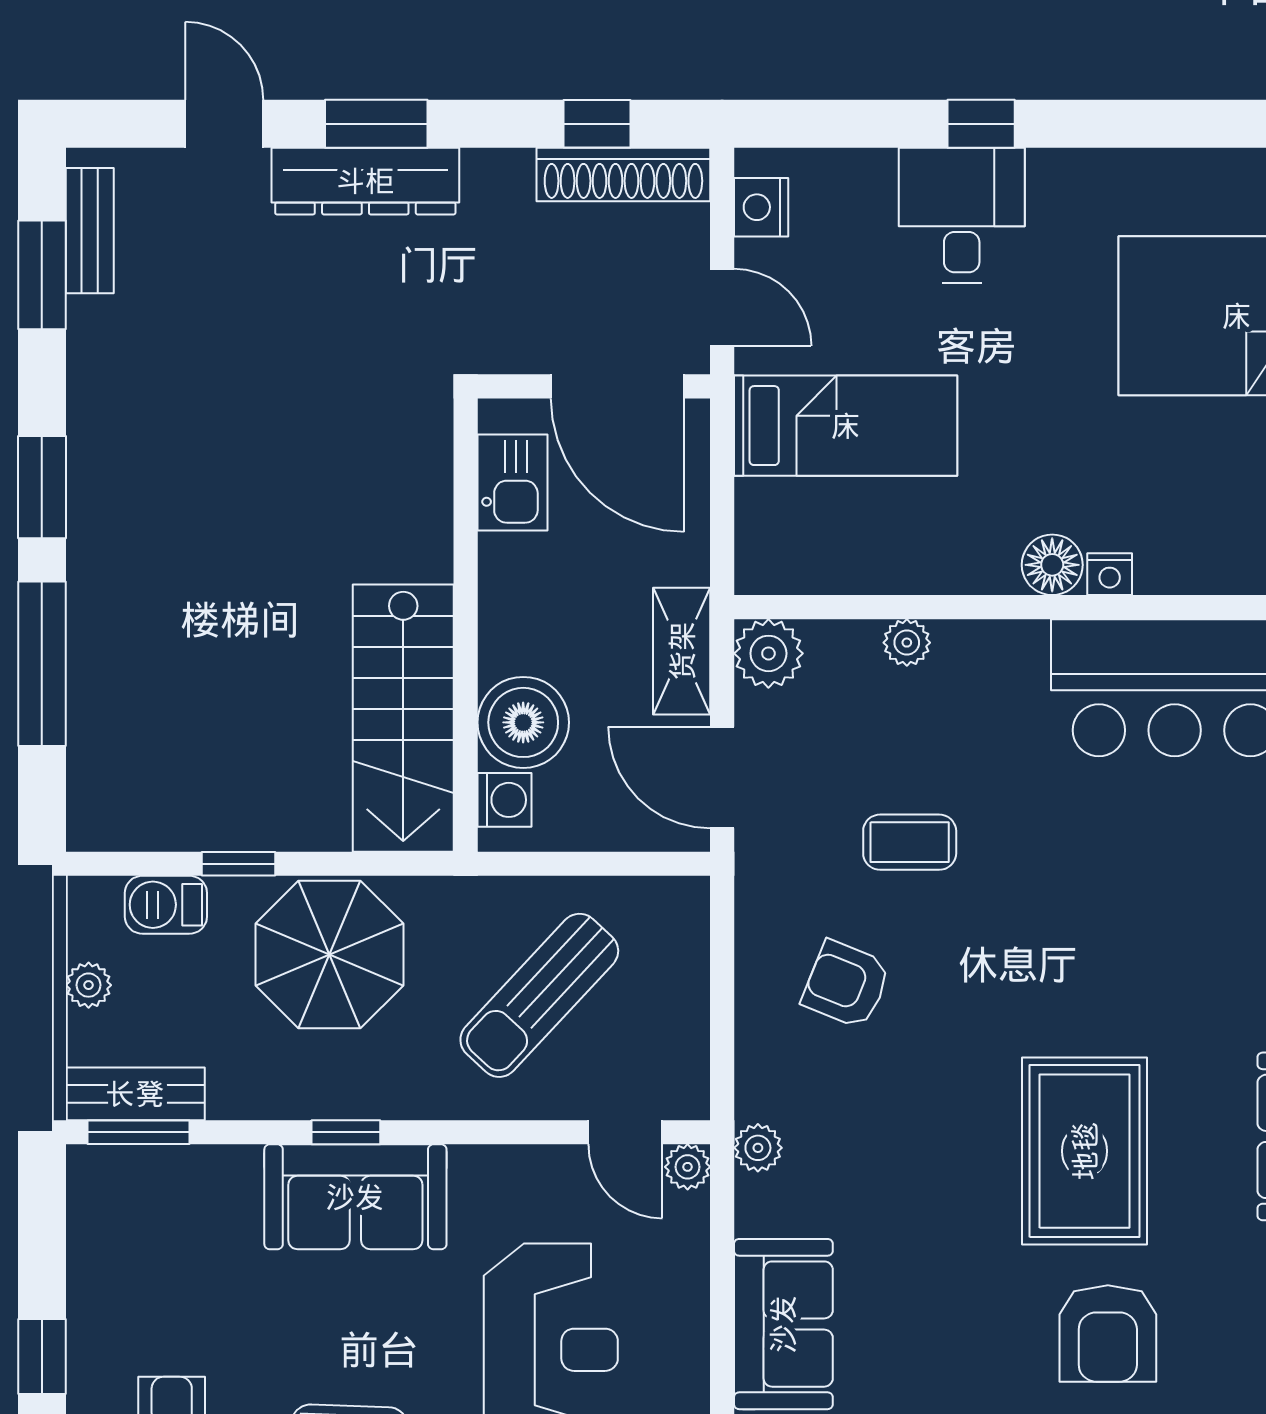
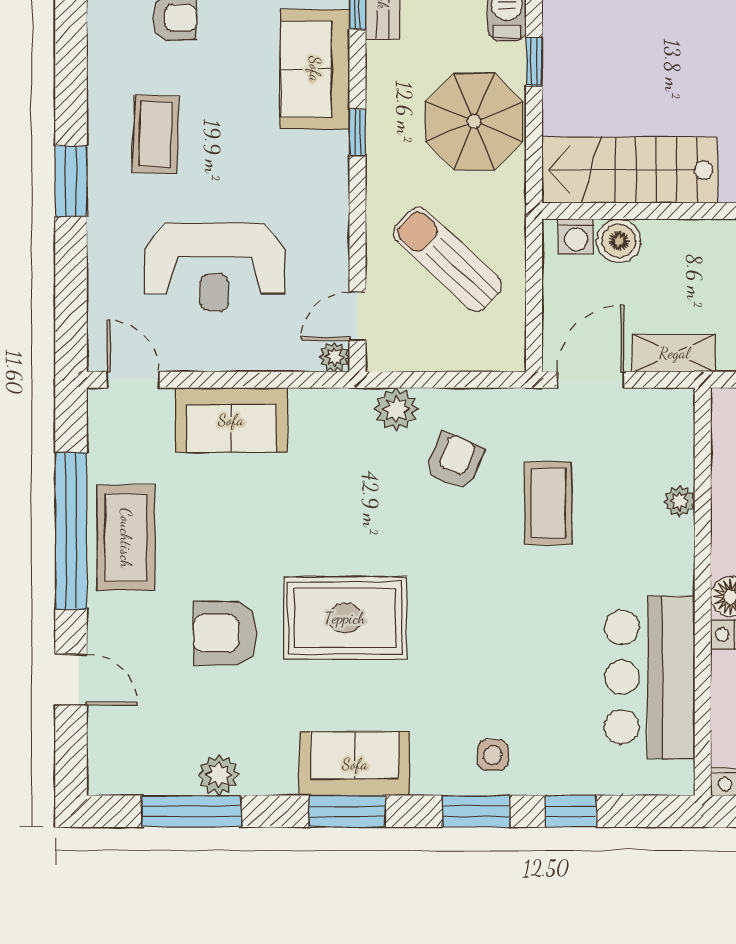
plant: (768, 653) -> (672, 410), removed
boiler: (523, 722) -> (619, 241), width x0.73, depth x0.73
coffee table: (910, 842) -> (548, 503), width x1.36, depth x1.30
plant: (758, 1148) -> (396, 409), moved, width x1.38, depth x1.38
sofa: (355, 1197) -> (315, 69), moved

